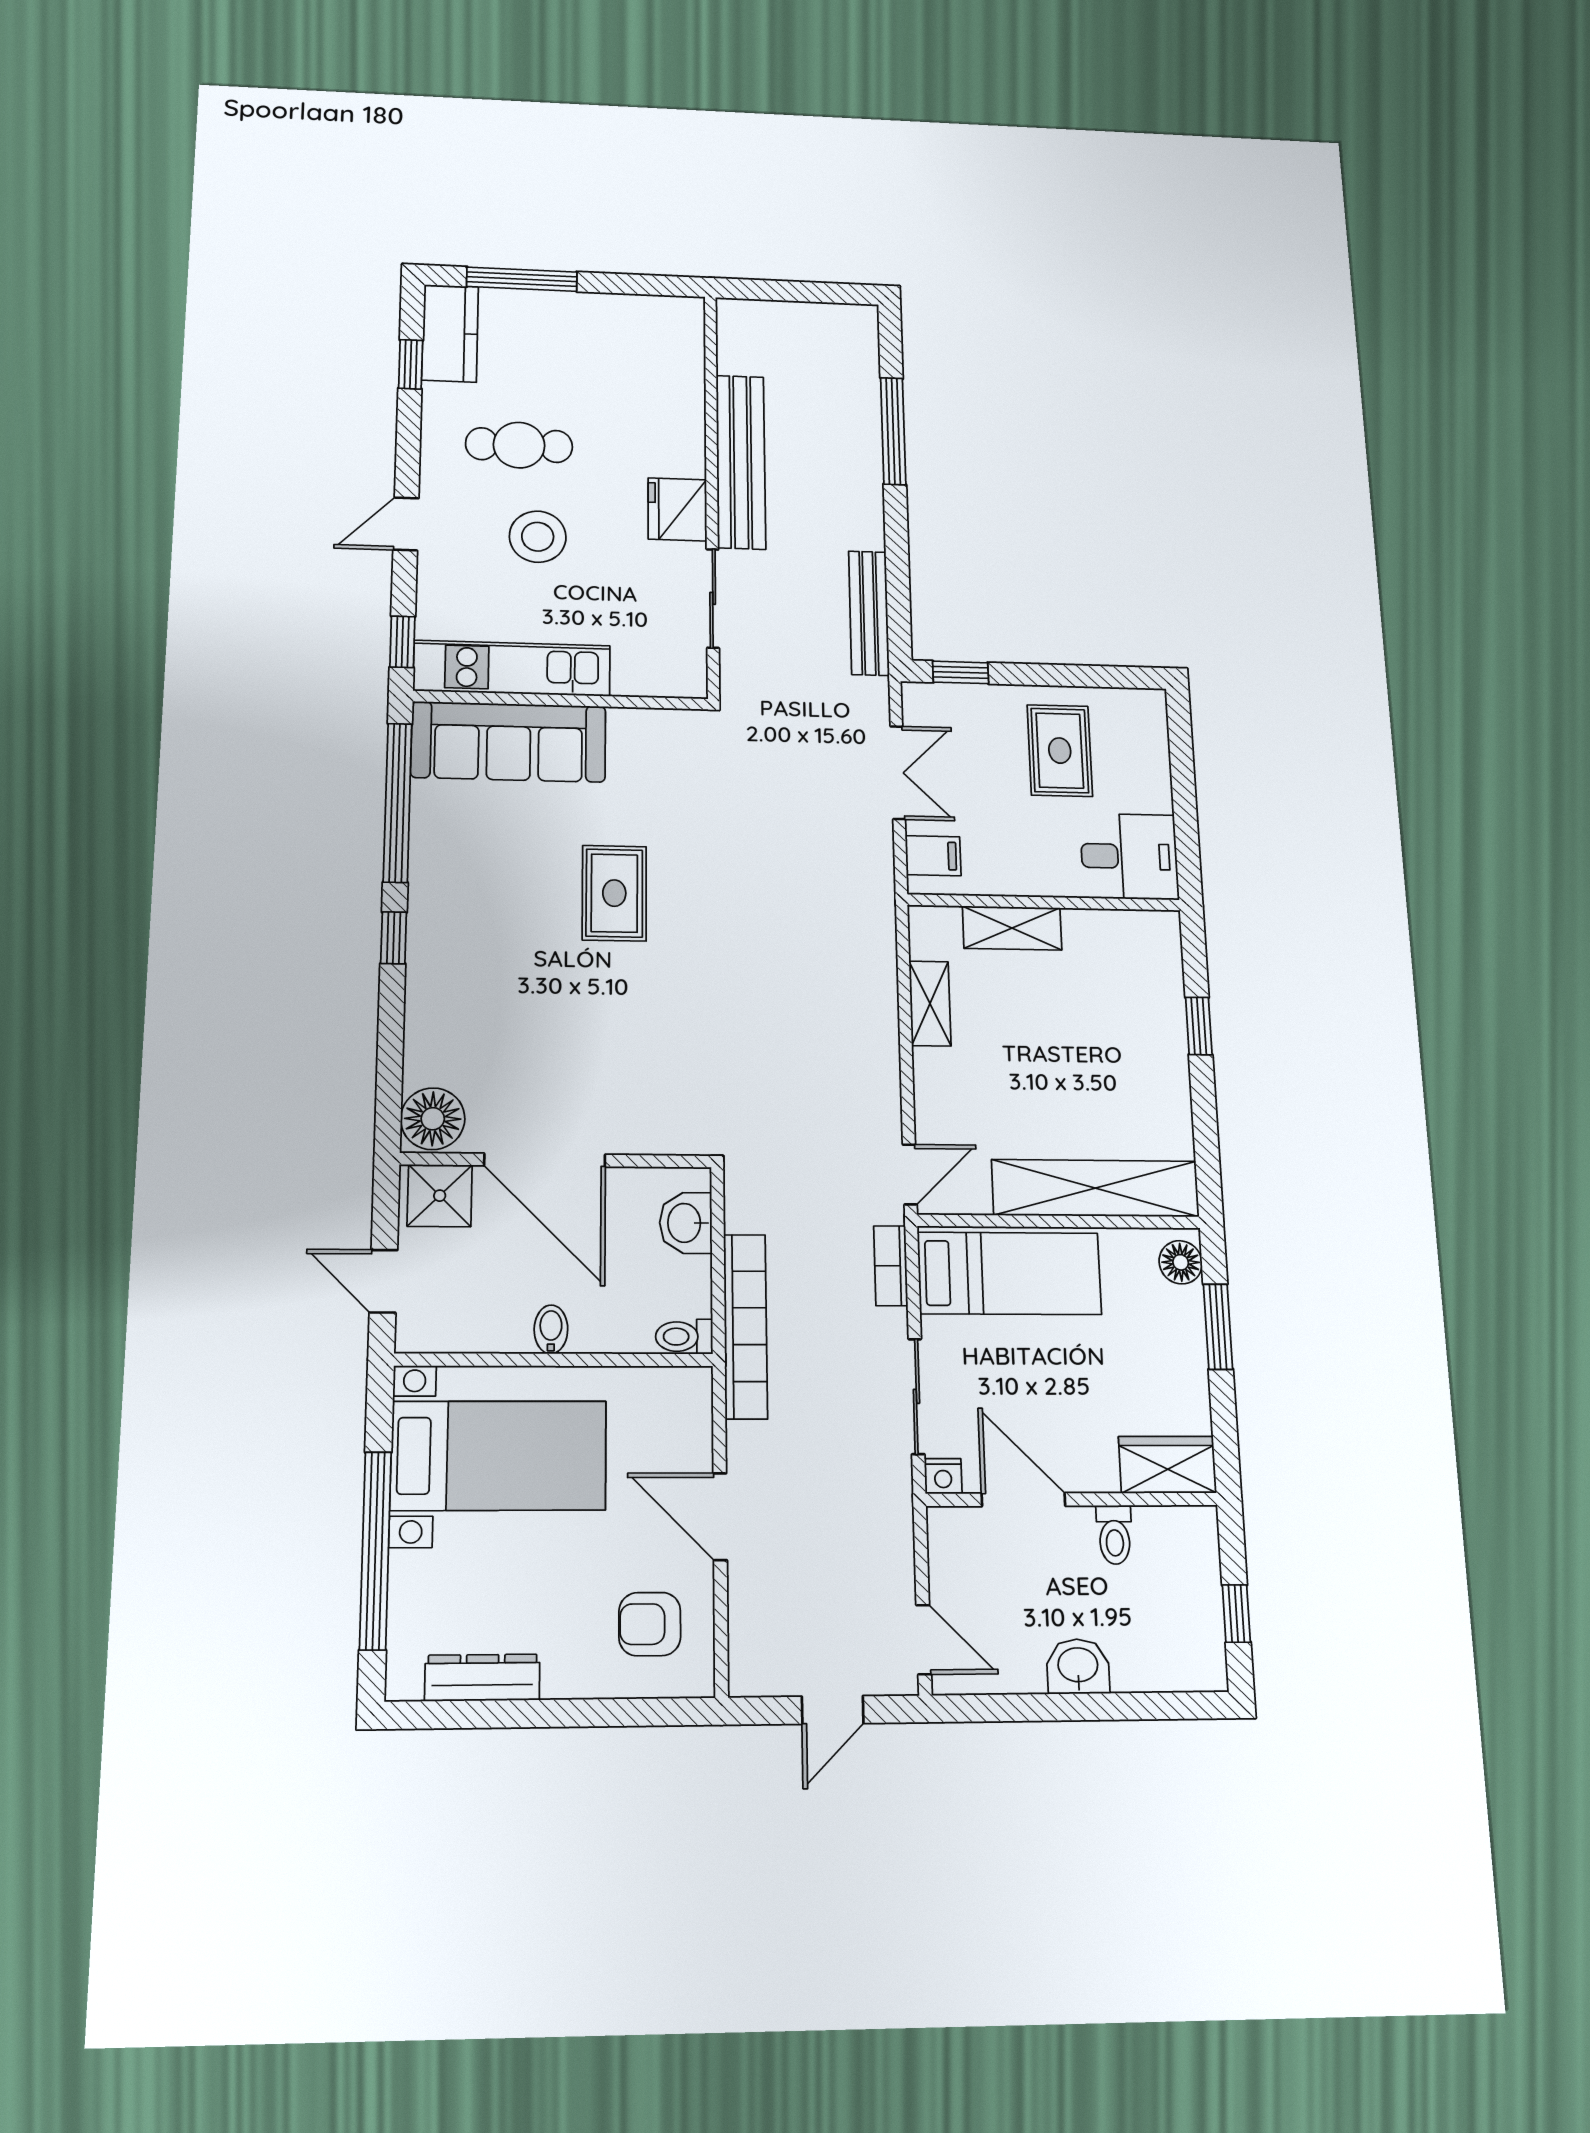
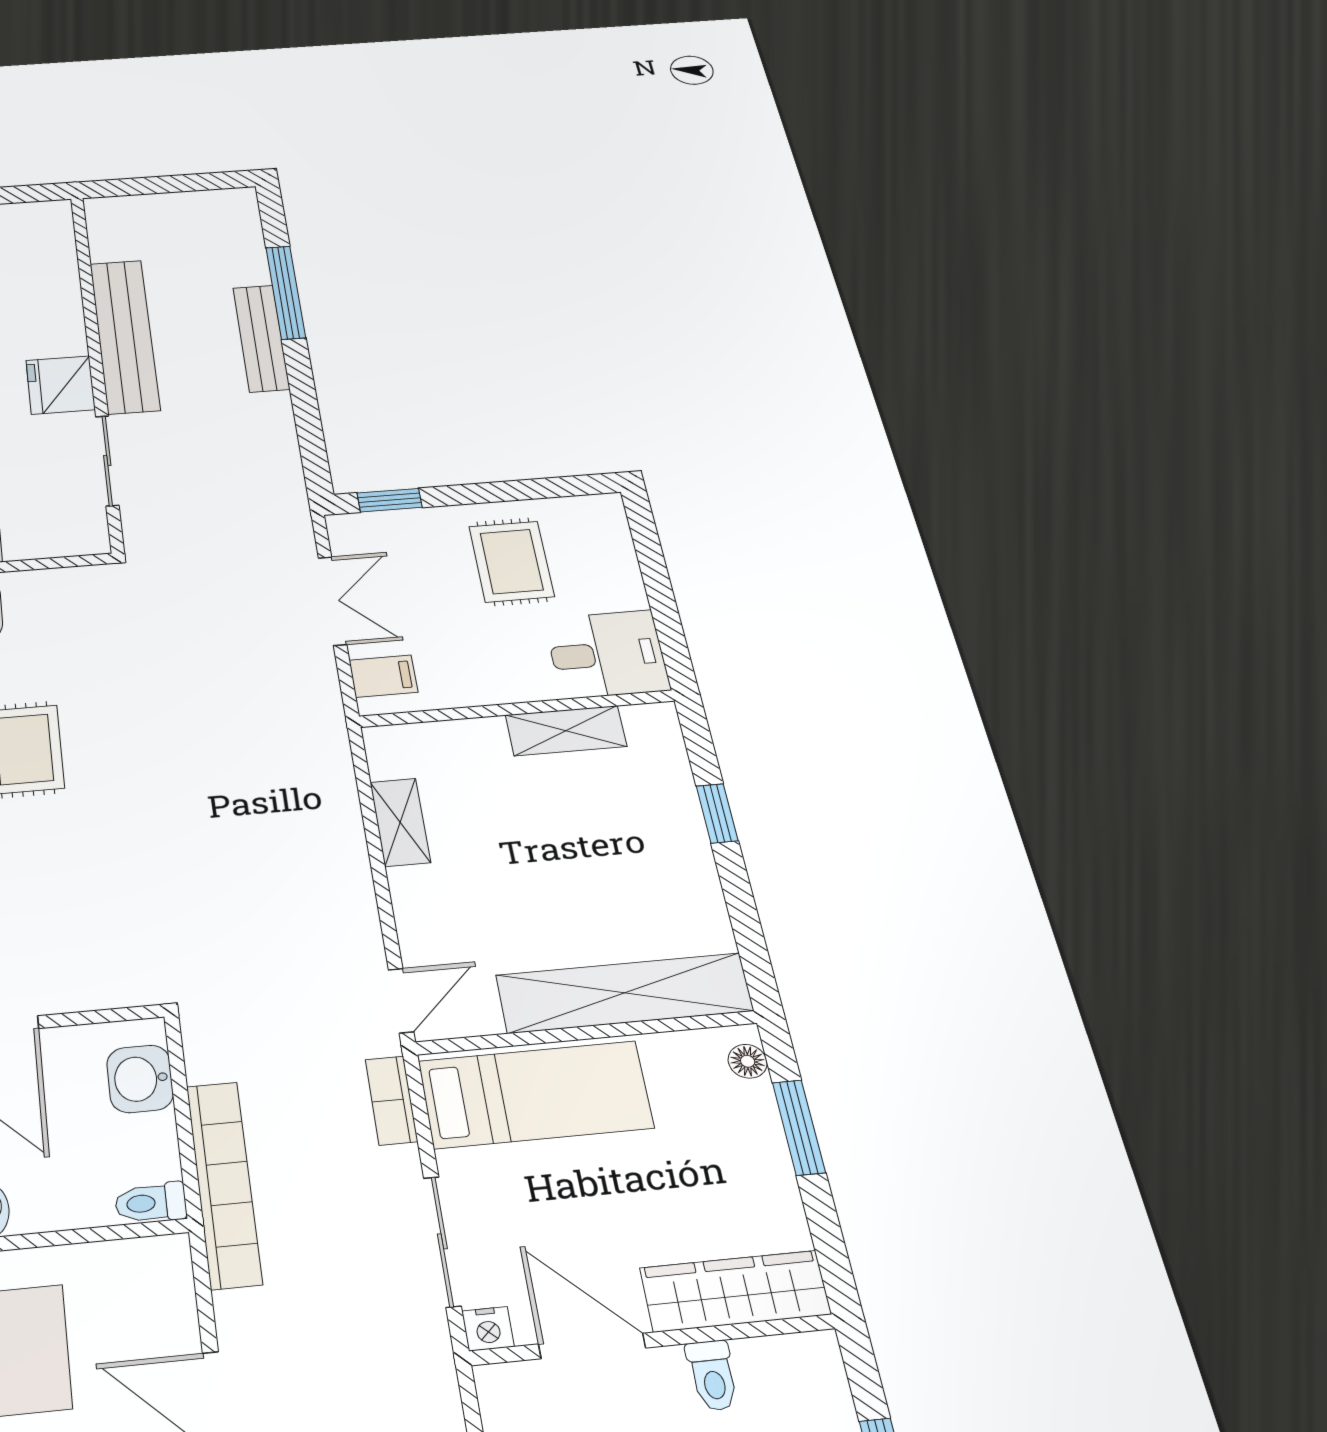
bench: (869, 613) -> (261, 338), moved
shelving: (1012, 928) -> (566, 731), moved
floor lamp: (1181, 1262) -> (748, 1061), width x0.73, depth x0.73
wardrobe: (1167, 1465) -> (735, 1291), width x1.50

